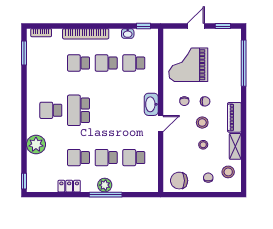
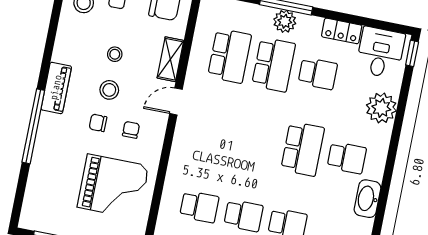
window: (244, 63) -> (33, 126), moved
washbasin: (151, 104) -> (367, 199), moved, turned 180
shelving: (235, 146) -> (170, 59), moved
school desk: (106, 158) -> (274, 65), width x1.85
school desk: (134, 158) -> (230, 56), width x1.85
desk: (43, 178) -> (380, 53), added

